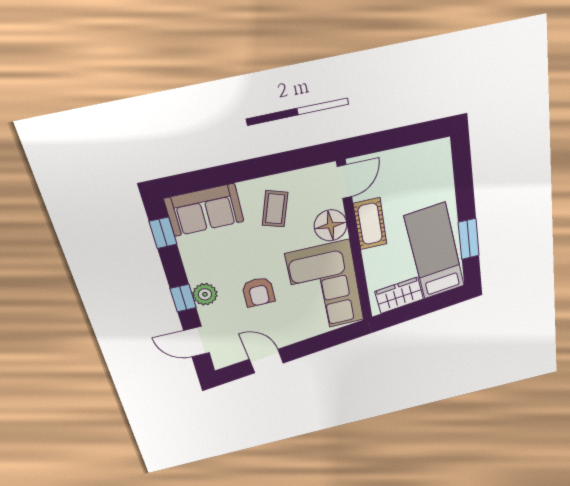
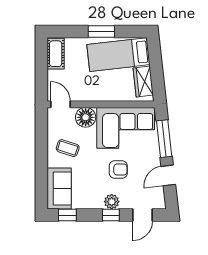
cot: (370, 224) -> (56, 54), moved, turned 90
window: (469, 239) -> (101, 32), moved
window: (320, 343) -> (164, 139), added

